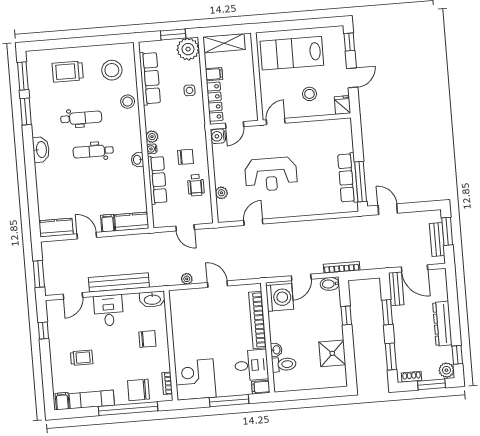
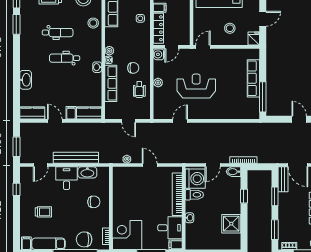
washbasin: (41, 150) -> (26, 80), moved
reception desk: (271, 174) -> (196, 86), turned 180
row of seats: (348, 178) -> (253, 78), moved
plant: (221, 193) -> (158, 83), moved
door: (388, 209) -> (299, 119), moved
washbasin: (152, 299) -> (87, 172), moved
toilet: (284, 364) -> (194, 195), moved

